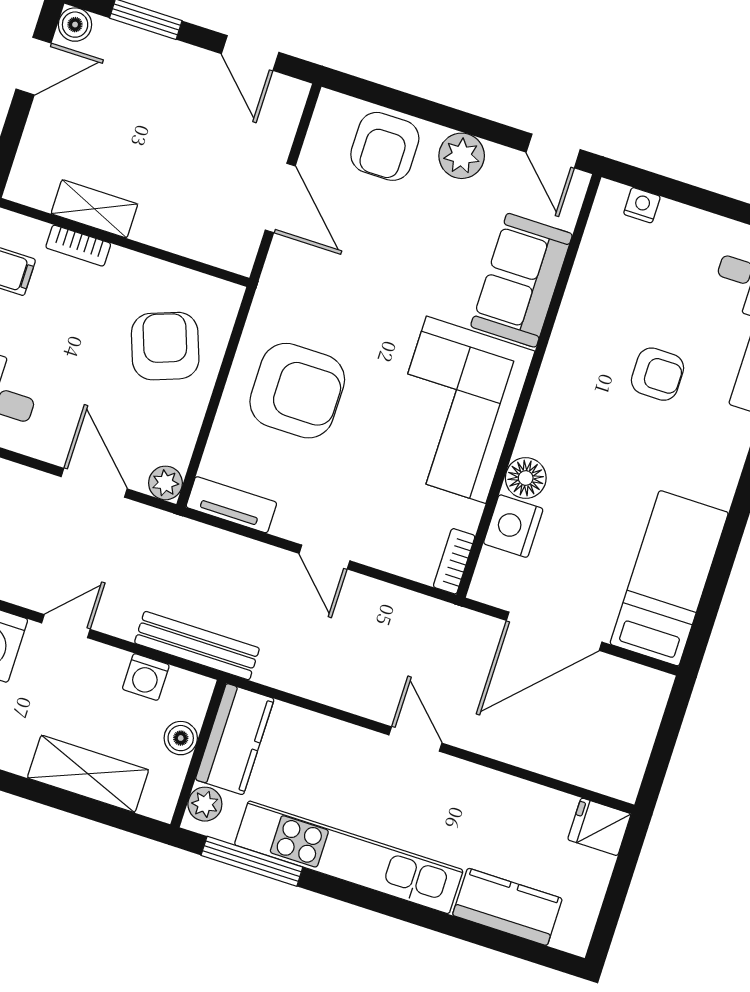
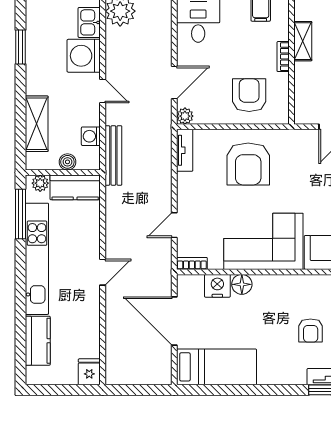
bookcase: (78, 246) -> (283, 57), moved
armchair: (165, 346) -> (249, 95), turned -70
door: (324, 557) -> (174, 225), moved

